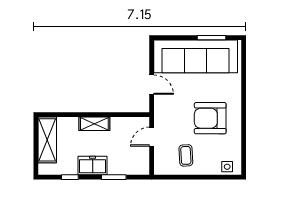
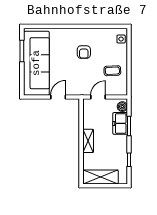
armchair: (210, 118) -> (84, 52), width x0.53, depth x0.53
door: (152, 137) -> (98, 97), swing flipped
freezer: (93, 165) -> (120, 123), moved
boiler: (139, 168) -> (122, 107), added

